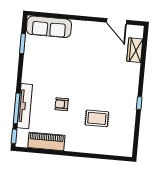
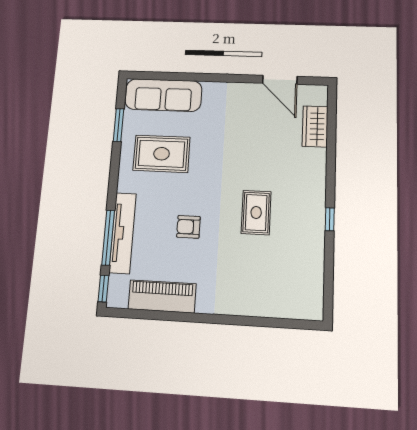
rug: (47, 62) -> (162, 154), added
rug: (97, 118) -> (256, 212), moved, turned 90

